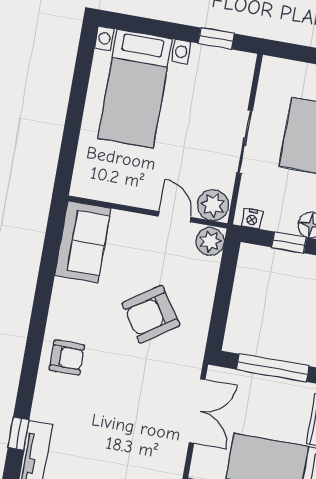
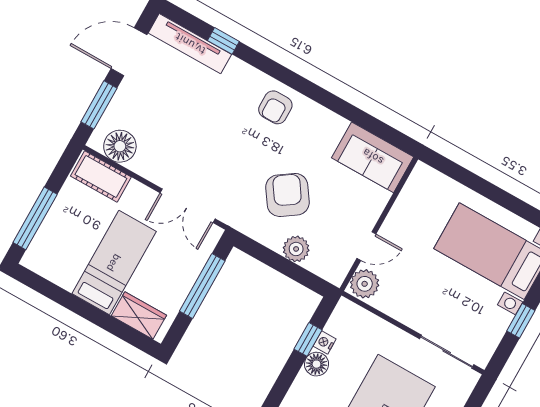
window: (216, 38) -> (521, 321), moved
sliding door: (245, 142) -> (447, 352), moved
nightstand: (252, 219) -> (325, 342), moved
plant: (210, 241) -> (296, 249), moved

